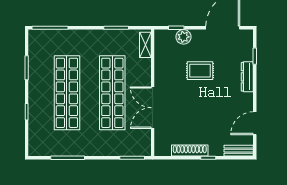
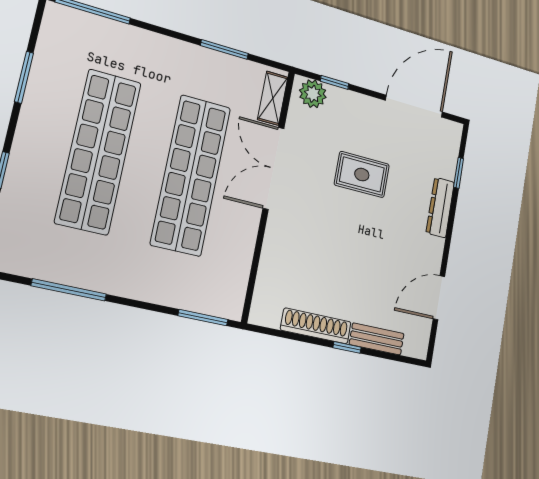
plant: (183, 37) -> (313, 94), moved
double door: (153, 108) -> (273, 168), moved
bench: (239, 151) -> (377, 339), moved

